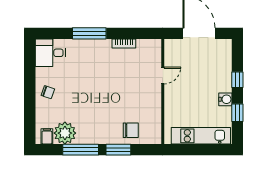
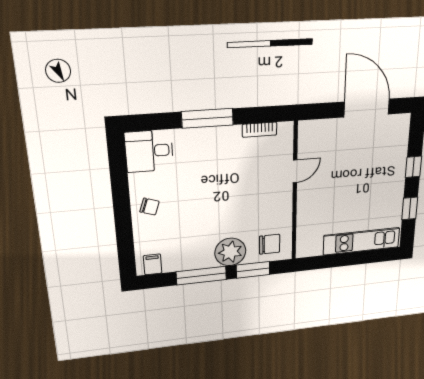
door: (163, 75) -> (295, 171), moved
wall: (163, 91) -> (295, 193), moved
water cooler: (225, 99) -> (396, 193), removed
plant: (65, 133) -> (230, 252), moved

